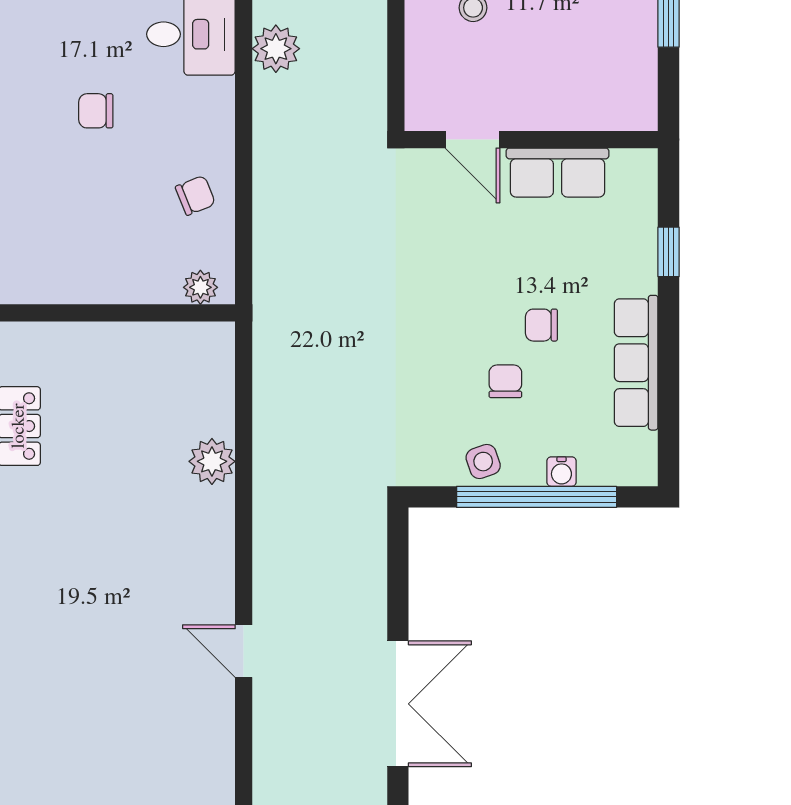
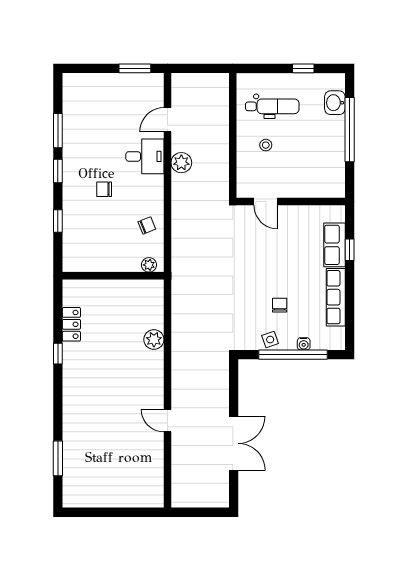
row of seats: (557, 173) -> (334, 245), moved, turned 90
chair: (541, 325) -> (295, 281), removed

